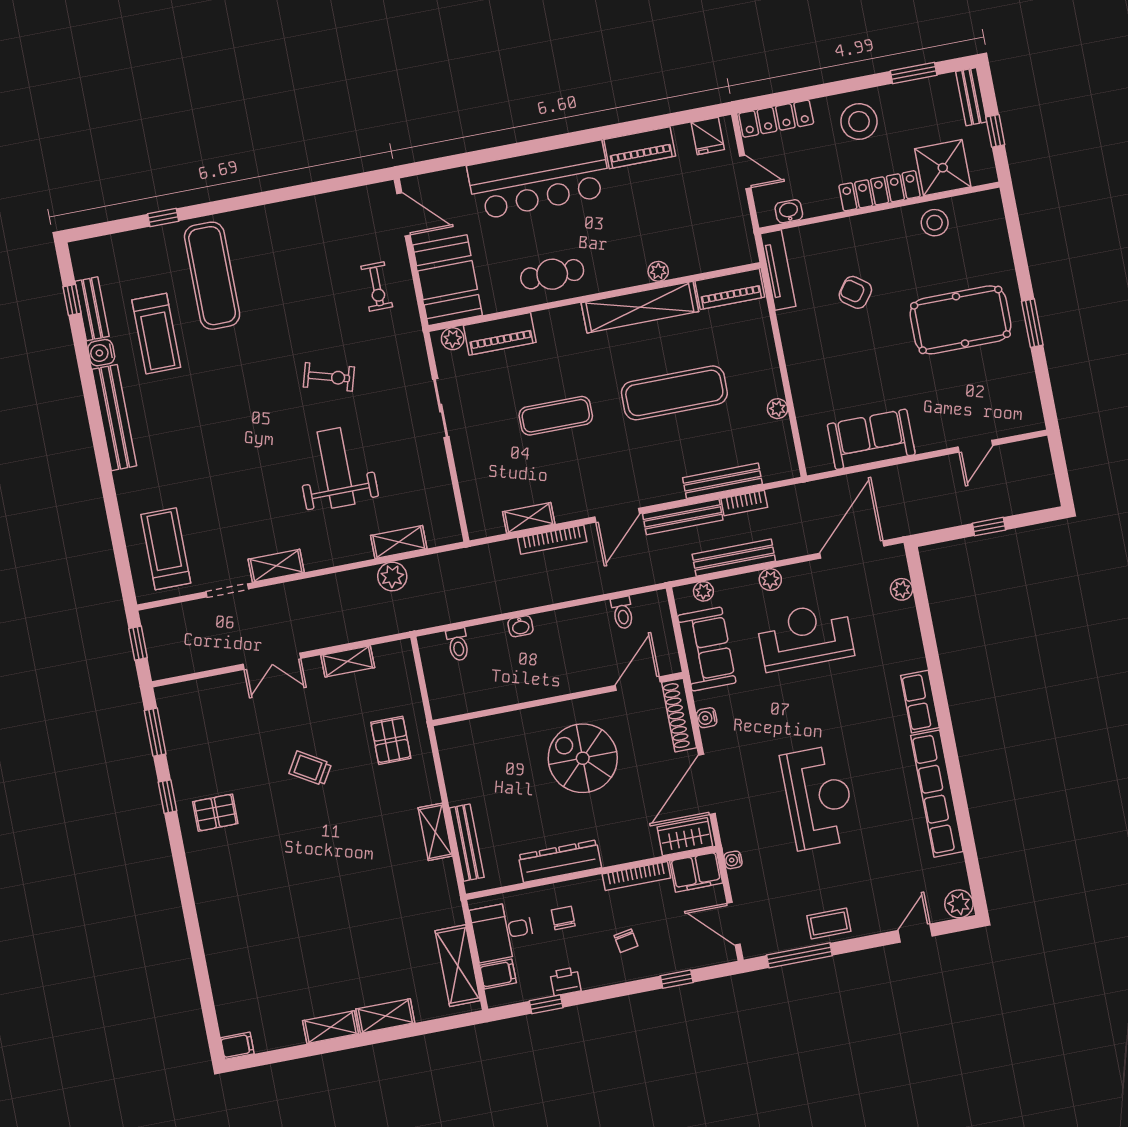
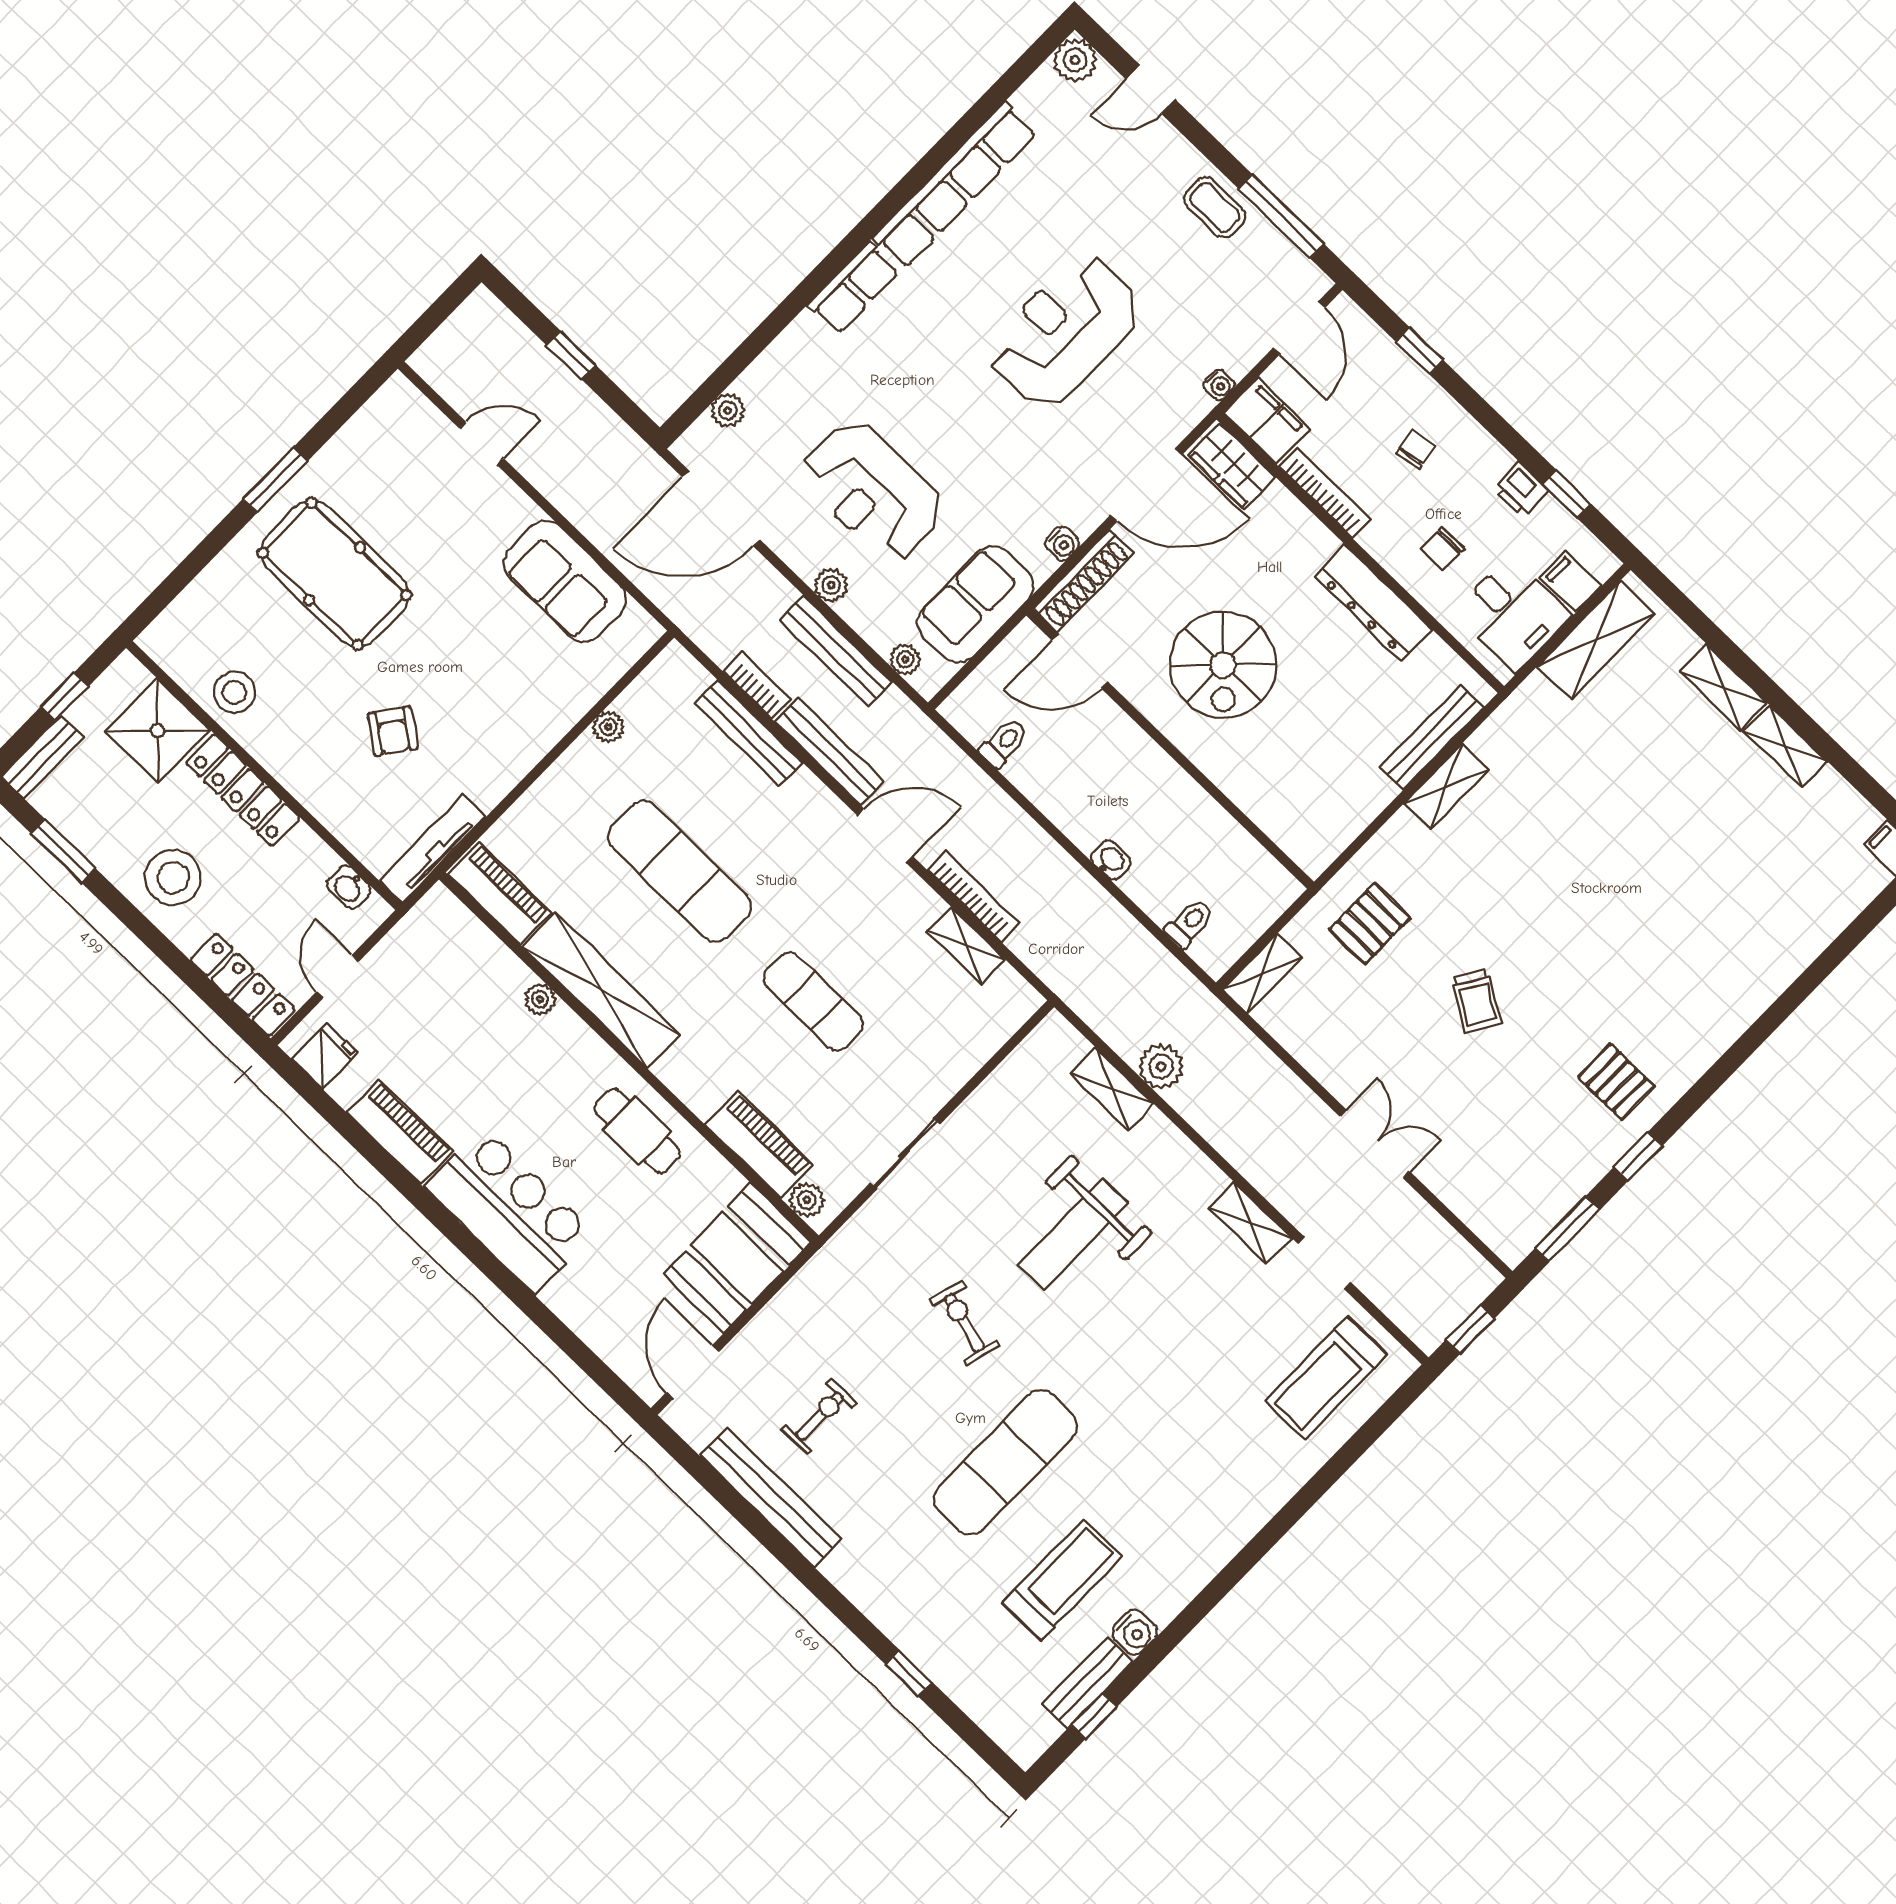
bar counter: (539, 180) -> (509, 1210), width x0.73
exercise mat: (212, 276) -> (1005, 1462), moved
exercise bike: (377, 287) -> (819, 1416), moved
bench: (114, 418) -> (771, 1497), moved, turned 90
shelving: (348, 661) -> (1262, 974), moved, turned 90

